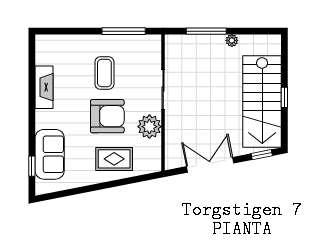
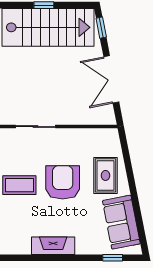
fireplace: (44, 87) -> (53, 246), moved
plant: (149, 127) -> (73, 140), removed
sofa: (50, 154) -> (121, 222), moved, turned -101

